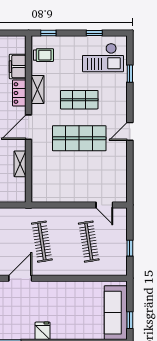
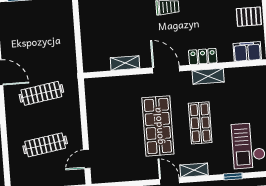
trolley: (44, 55) -> (246, 80), removed
filing cabinet: (18, 67) -> (247, 51), moved
shelving: (122, 108) -> (194, 170), added

